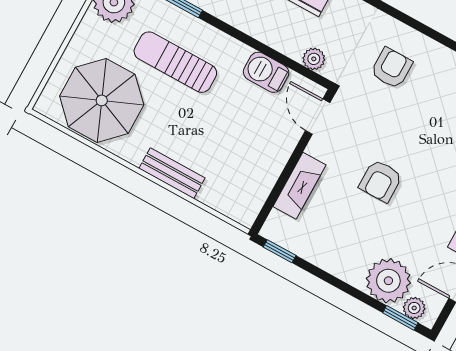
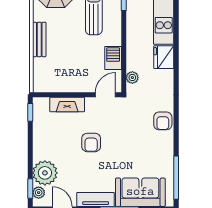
armchair: (392, 68) -> (163, 121), moved, turned 90
armchair: (381, 181) -> (91, 142), turned -90

